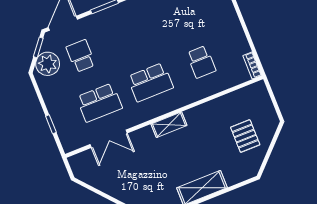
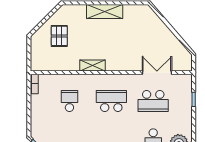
school desk: (99, 103) -> (153, 101), turned 180
shelving: (169, 125) -> (93, 66), moved

